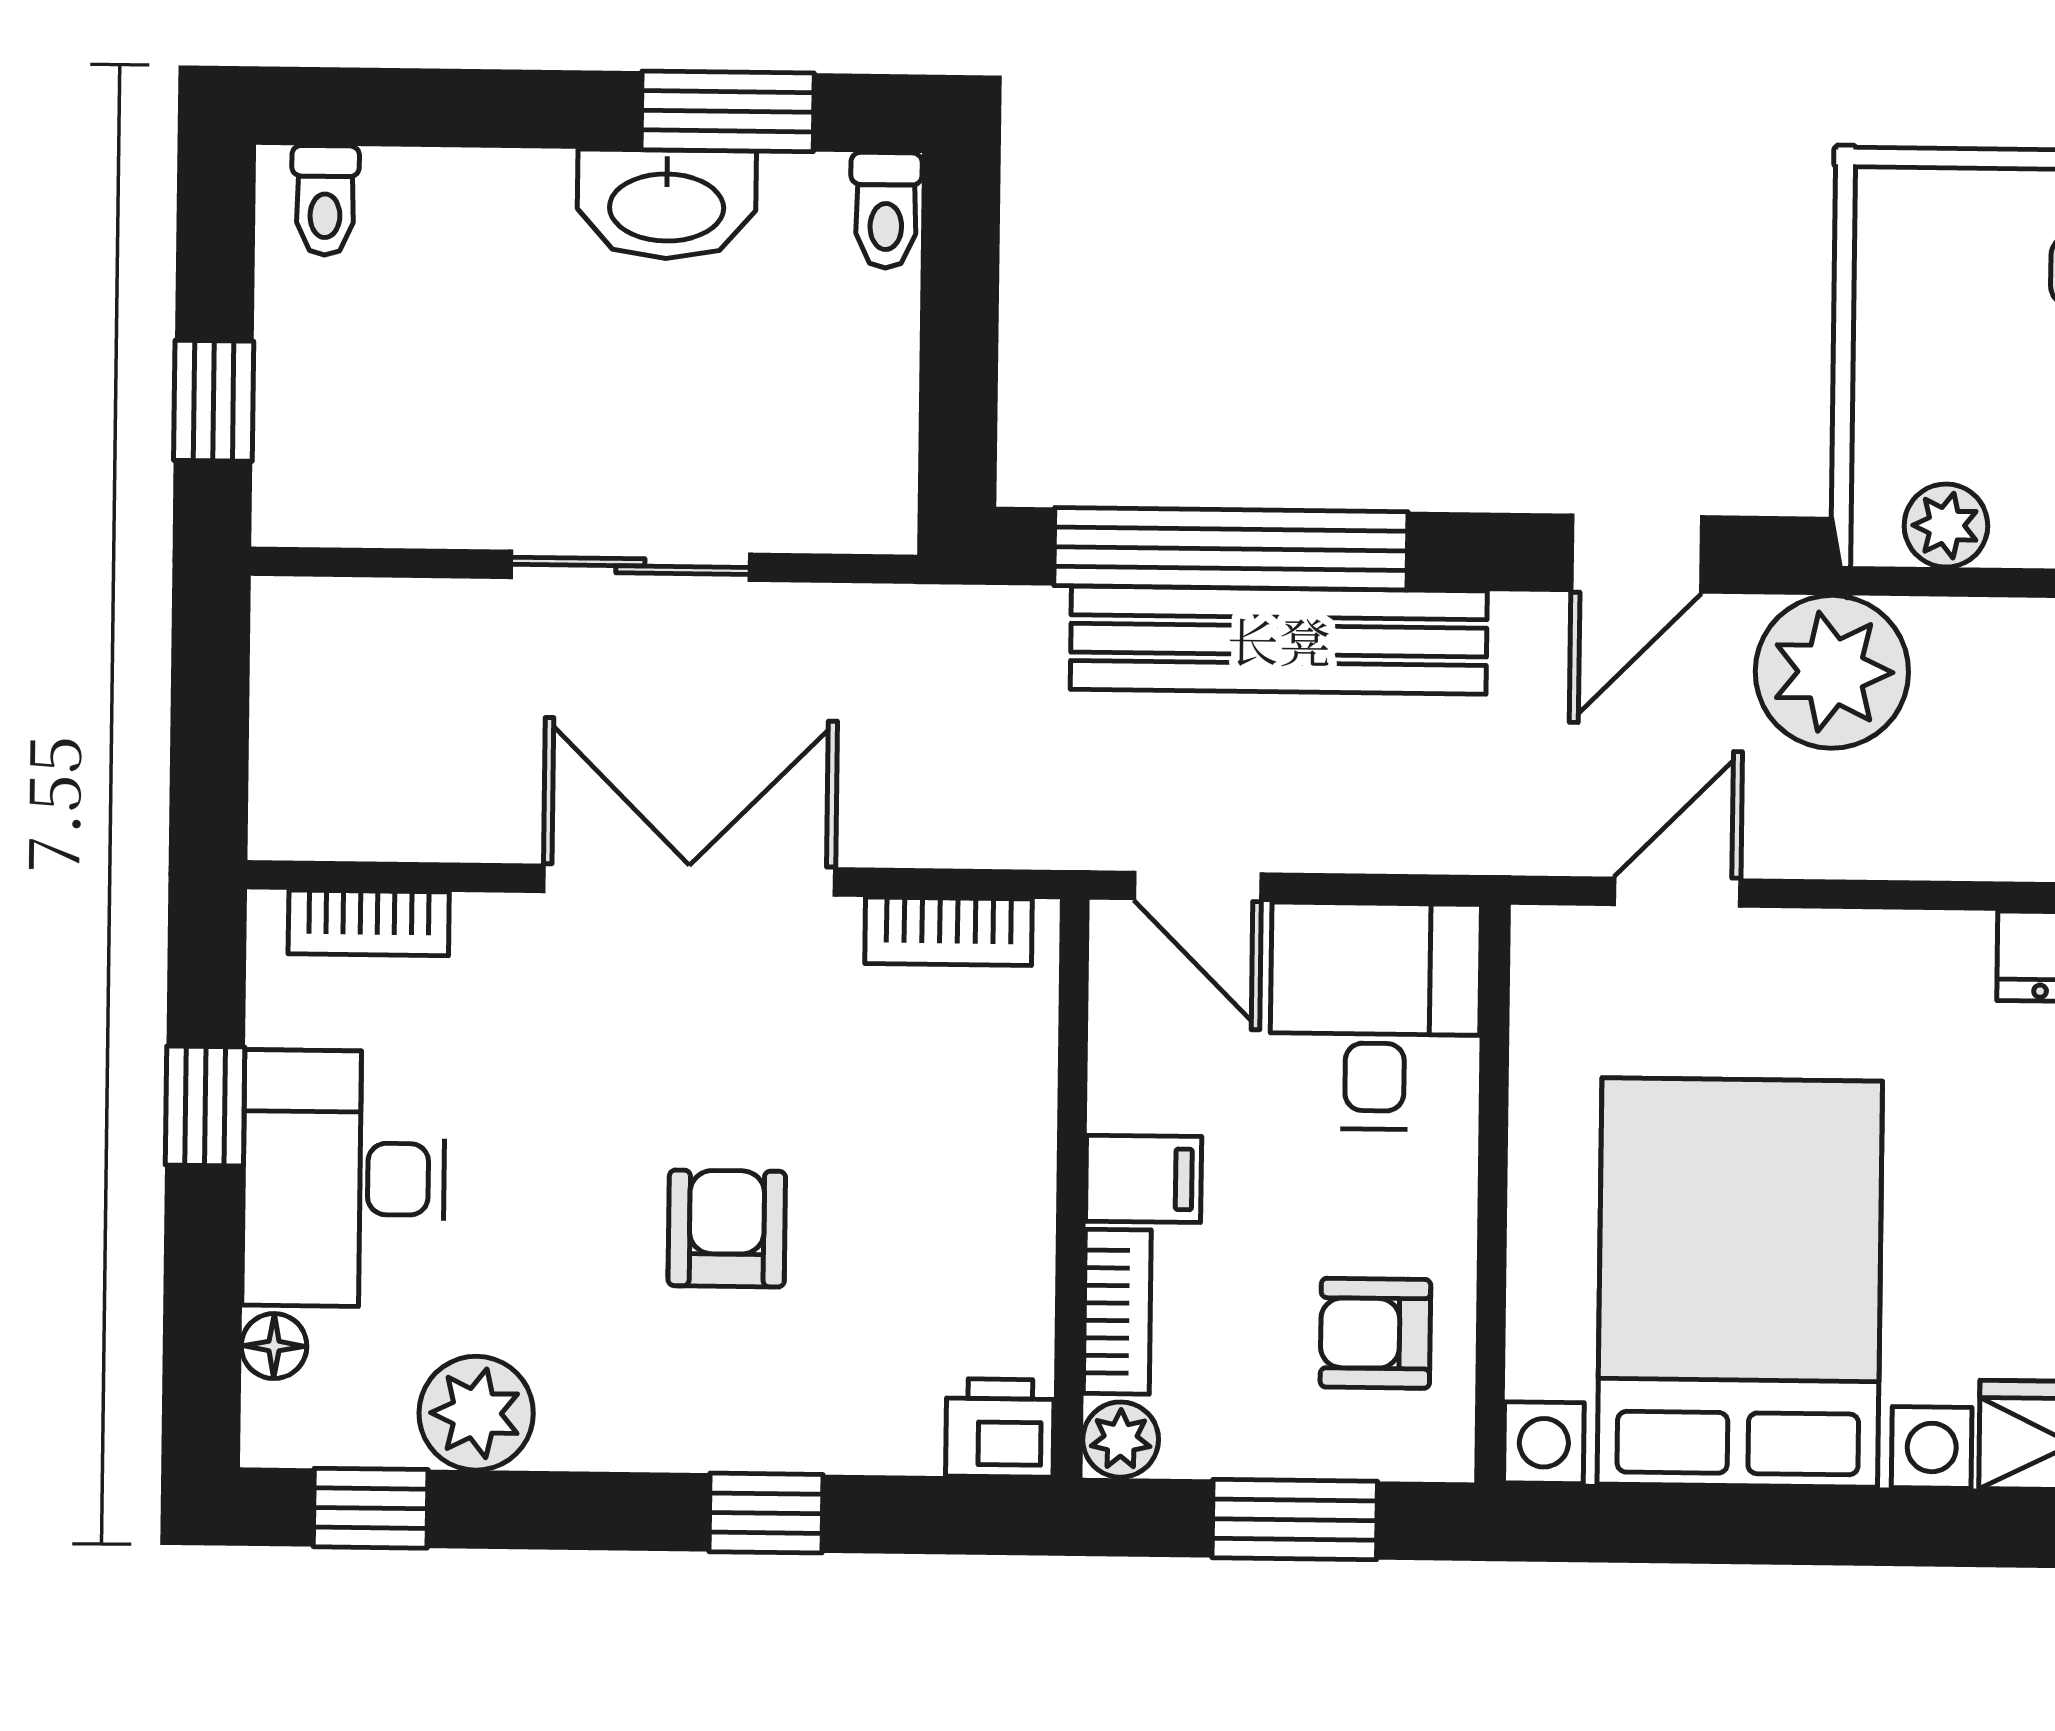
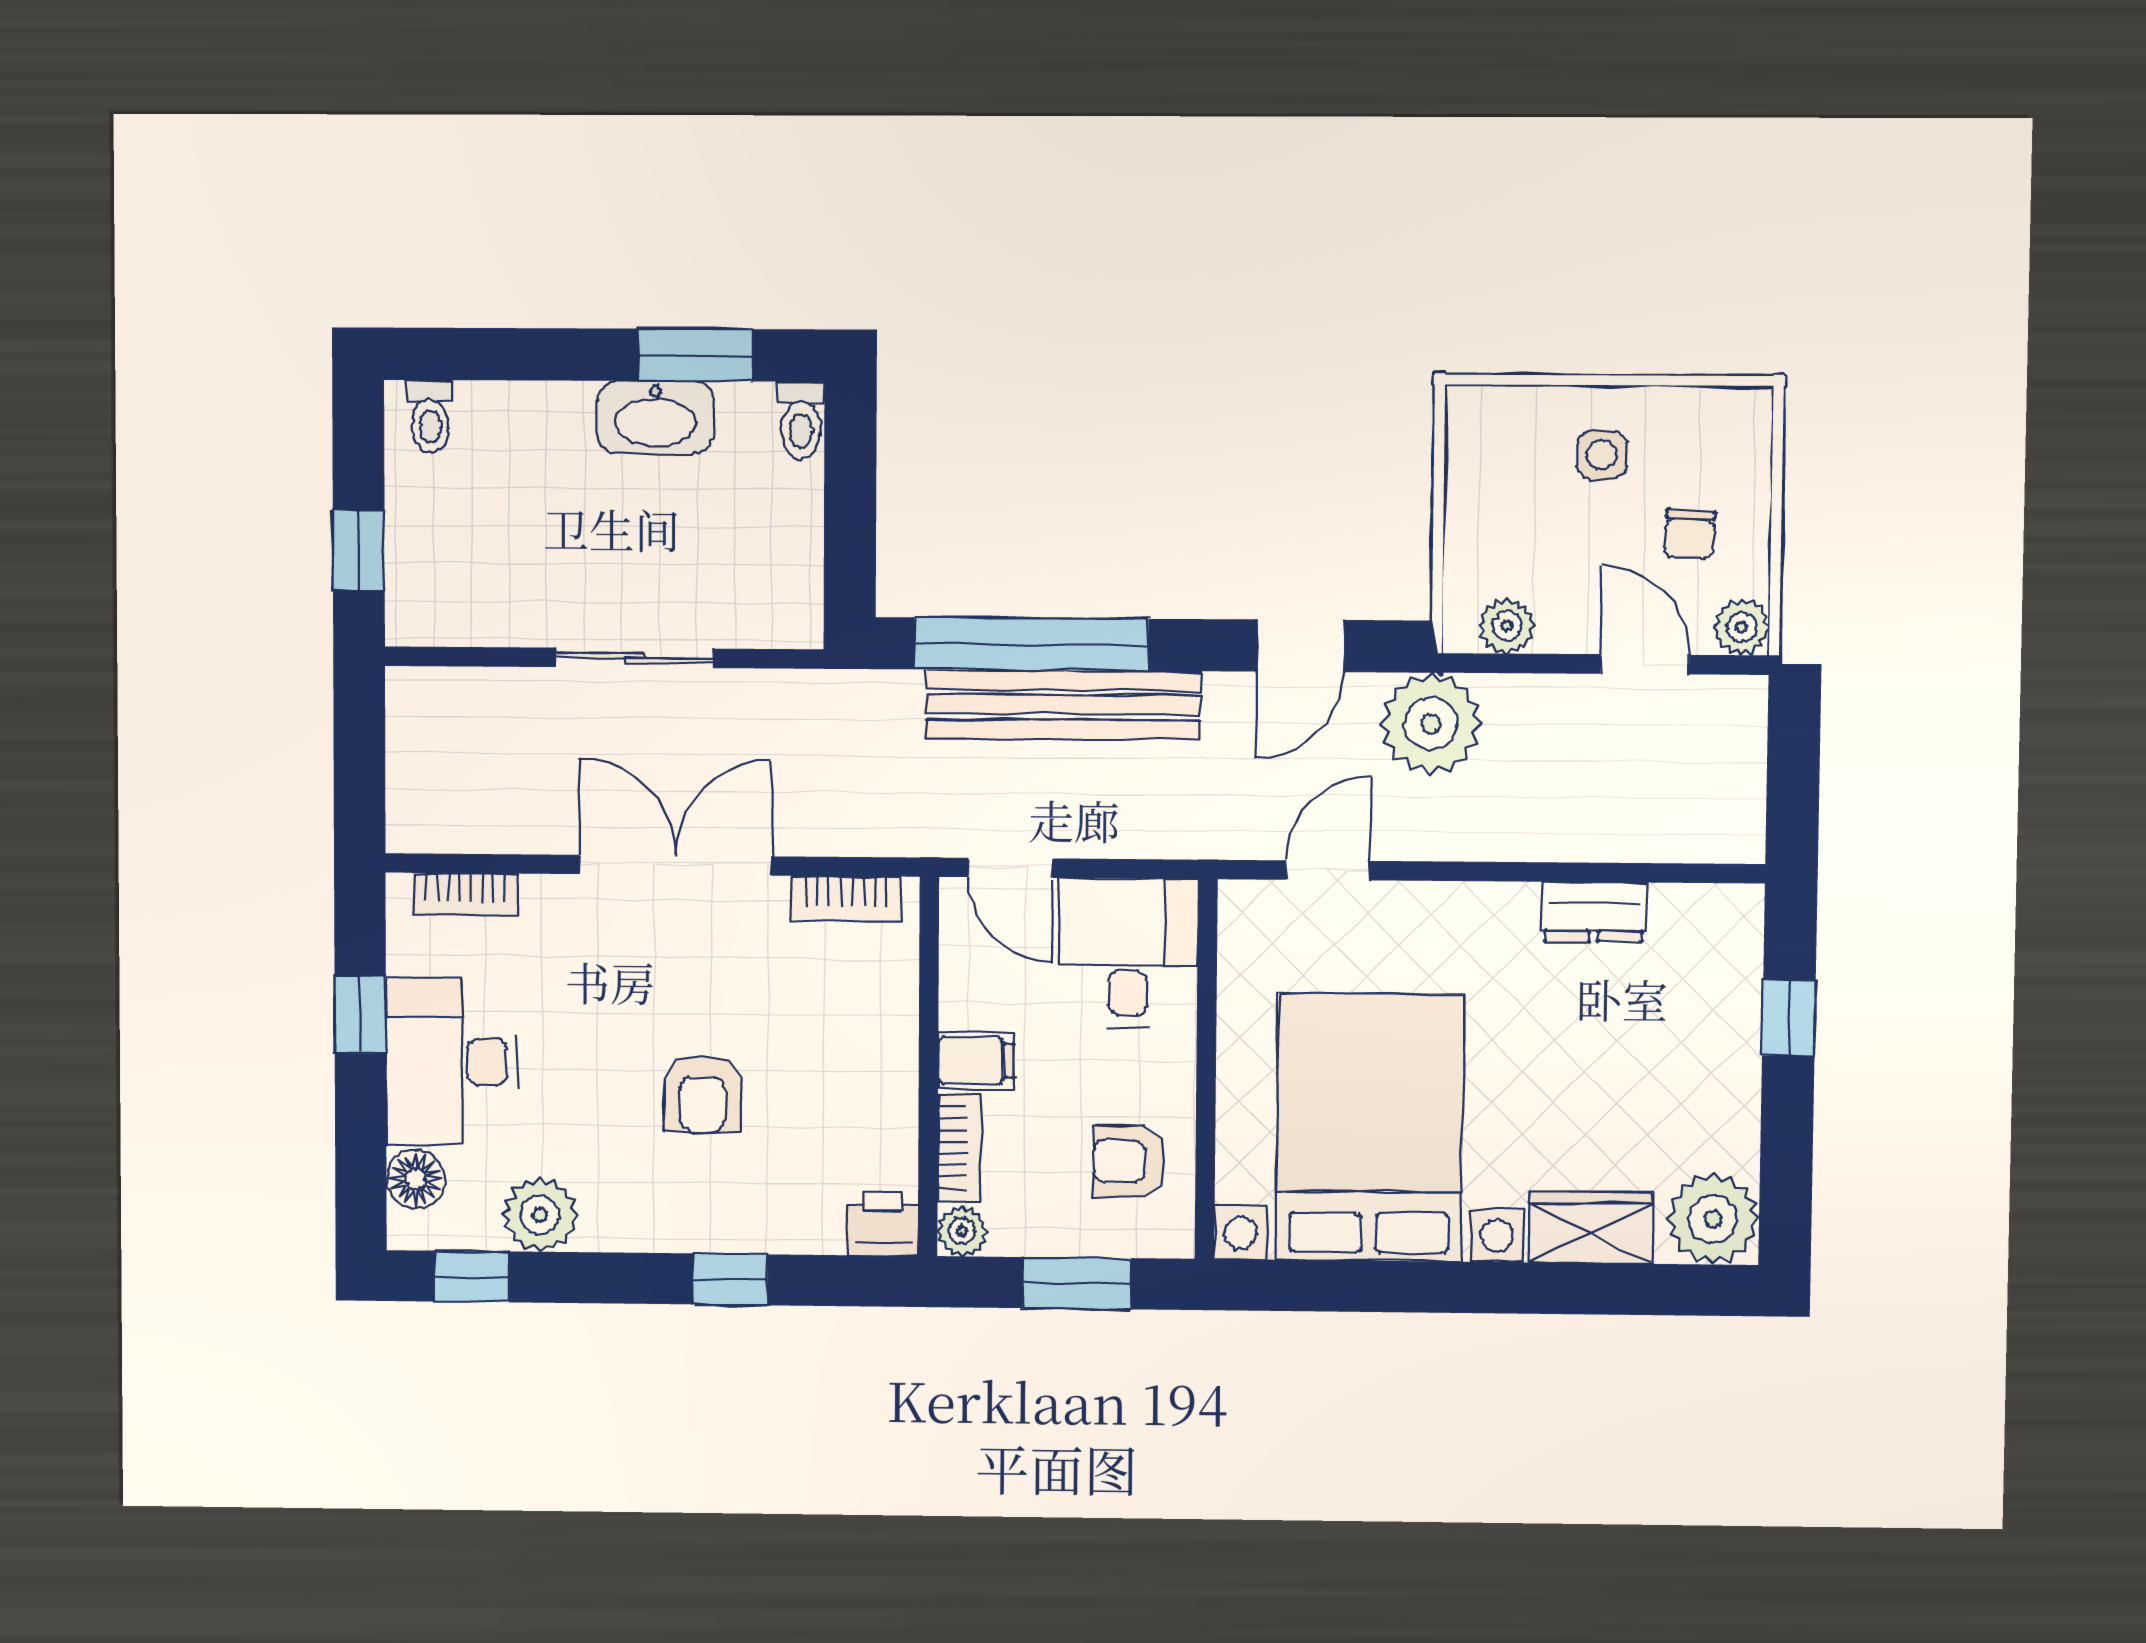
armchair: (727, 1228) -> (703, 1094), turned 180
floor lamp: (274, 1346) -> (416, 1179), width x1.37, depth x1.37

